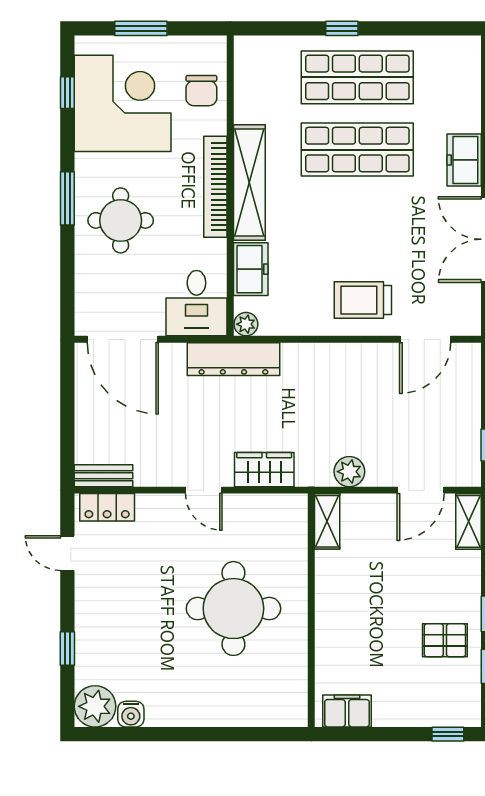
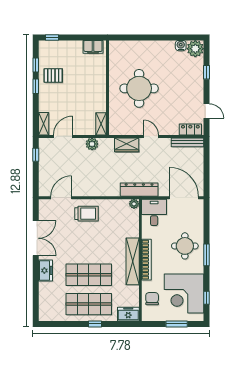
freezer: (251, 269) -> (128, 314), moved, turned 90
bench: (103, 476) -> (188, 142), width x1.36

